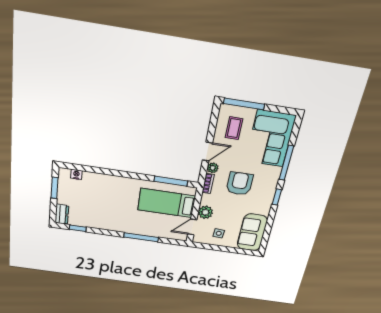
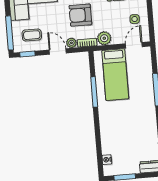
window: (214, 118) -> (27, 54), added
window: (171, 181) -> (94, 92), moved
plant: (205, 212) -> (104, 38), moved
door: (192, 227) -> (134, 45), swing flipped

